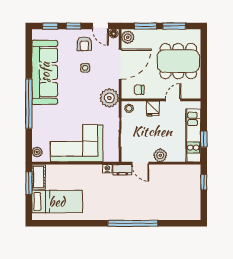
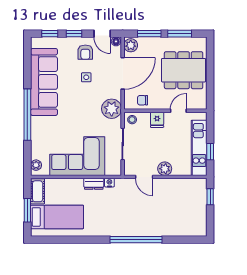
dresser: (122, 170) -> (94, 184), moved
window: (29, 183) -> (27, 210), moved

